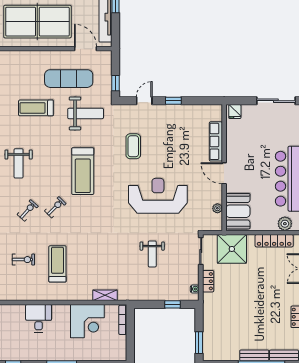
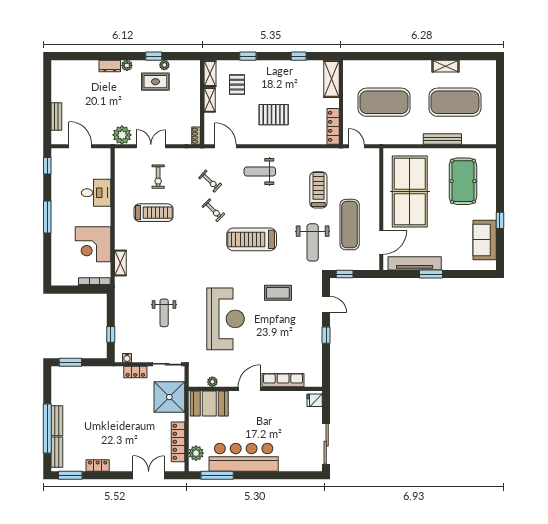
weight bench: (152, 254) -> (164, 313), turned -90

